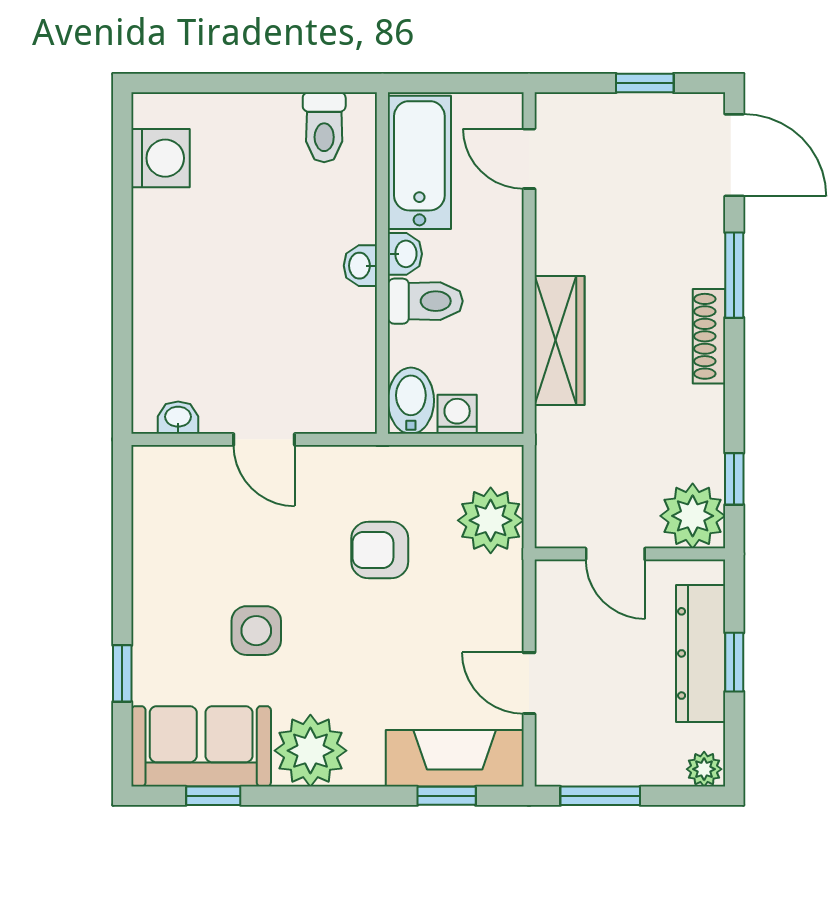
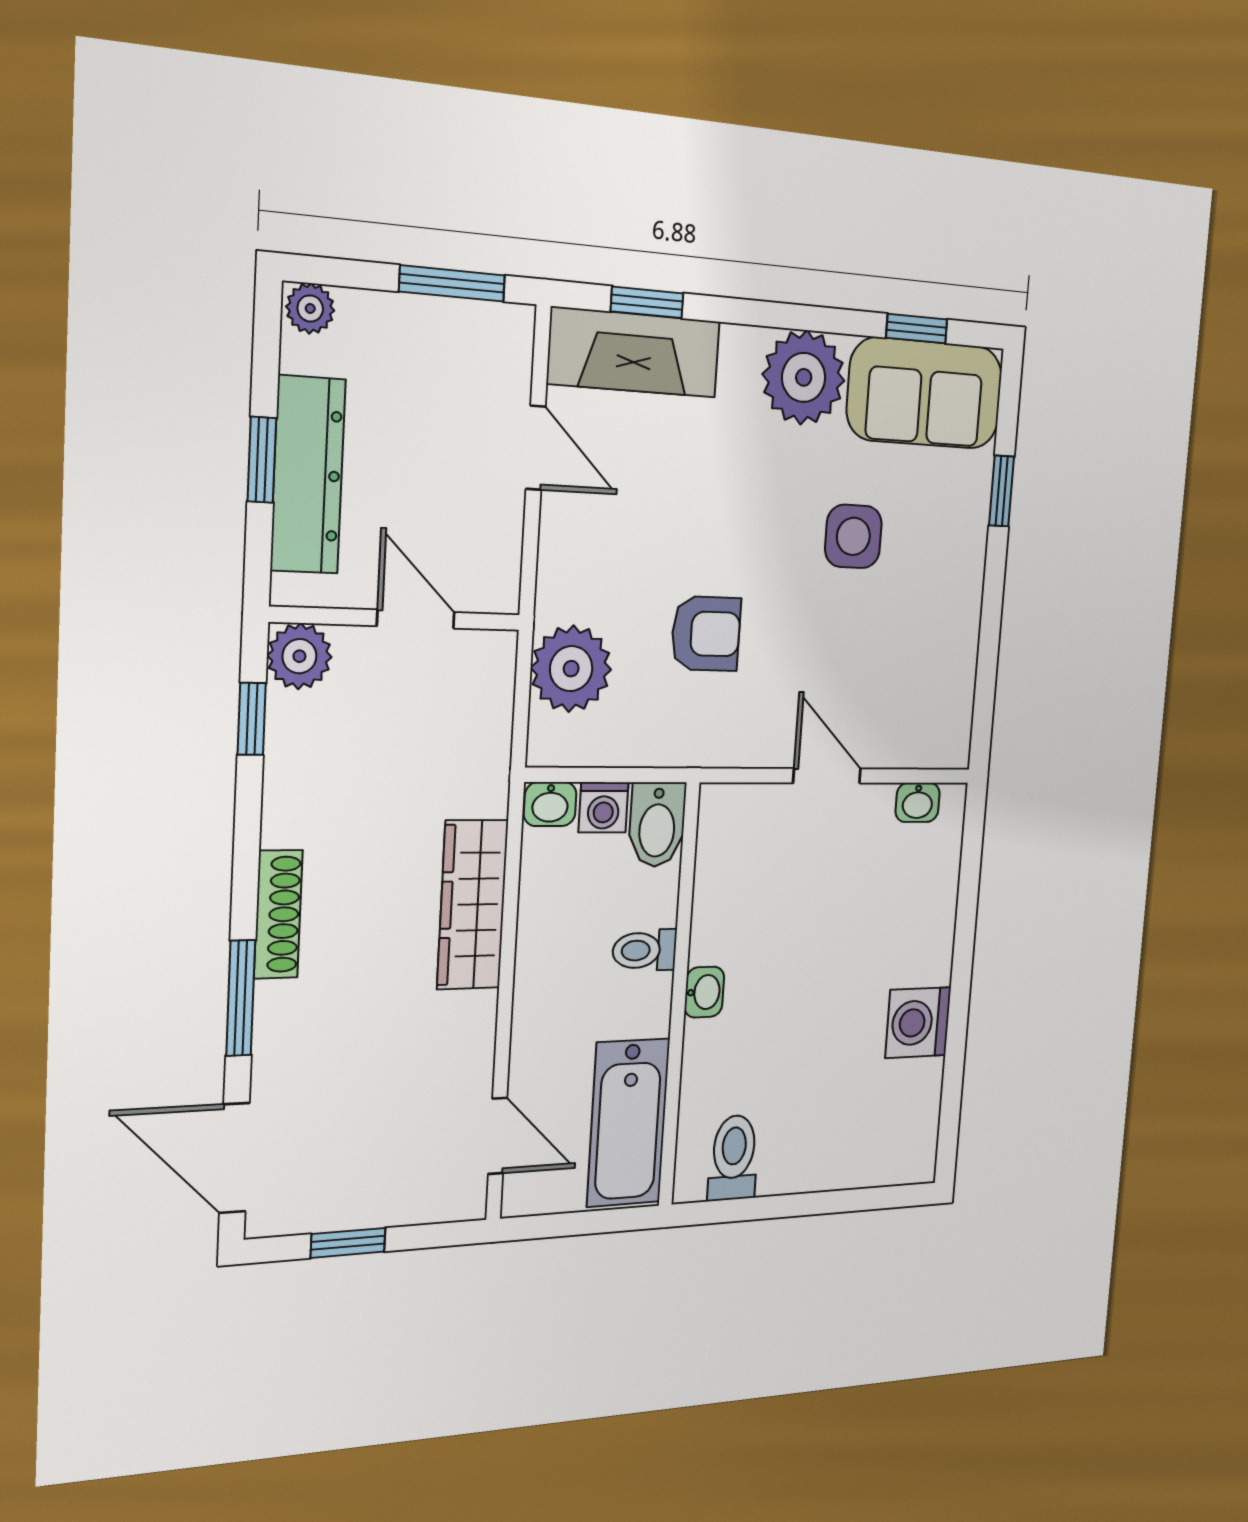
washing machine: (161, 158) -> (918, 1023), moved
washbasin: (405, 254) -> (550, 804), moved, turned -90
toilet: (425, 301) -> (644, 950), width x0.73, depth x0.72
plant: (693, 516) -> (299, 656), width x0.73, depth x0.73

